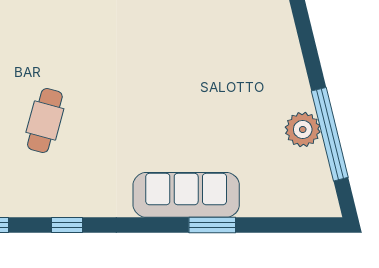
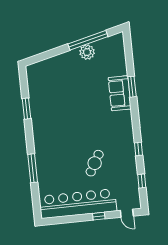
cafe table: (45, 121) -> (95, 163), turned -75
sofa: (186, 195) -> (120, 93), width x0.73

